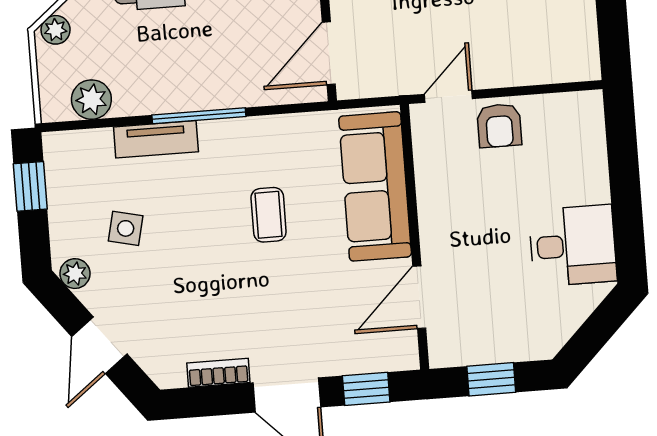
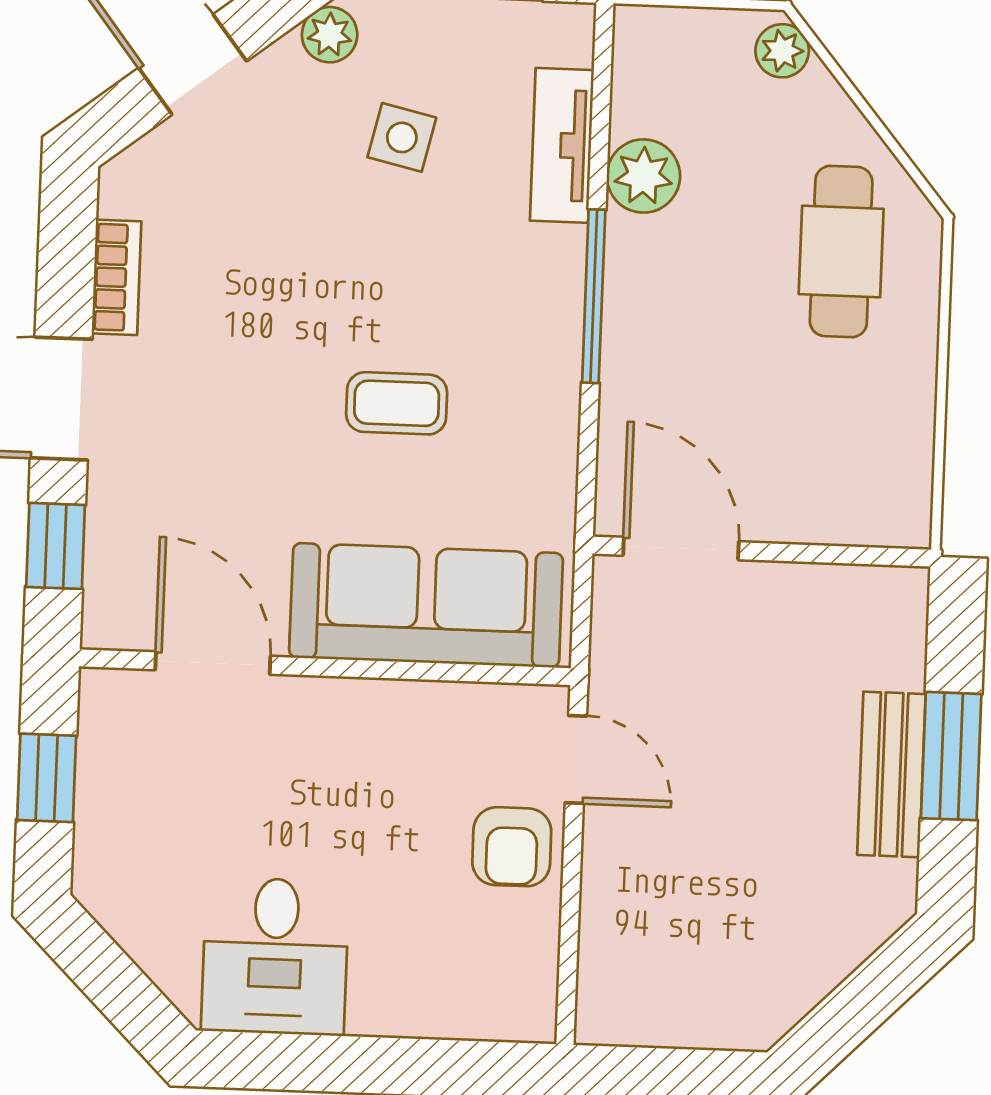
plant: (91, 100) -> (643, 176), moved
armchair: (499, 125) -> (512, 847), turned -90
tv unit: (156, 139) -> (562, 145), moved

